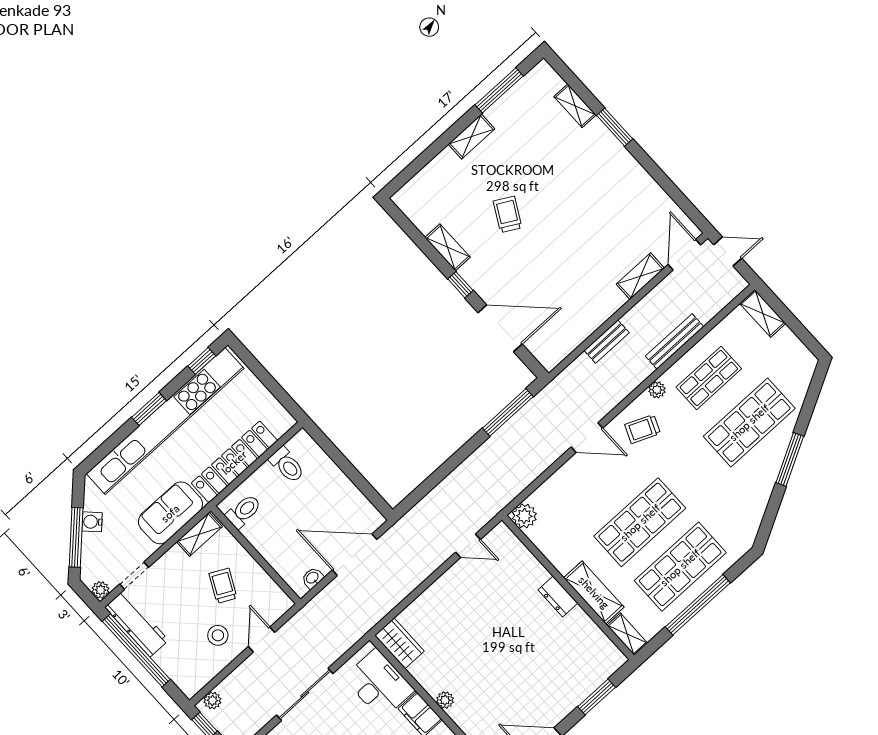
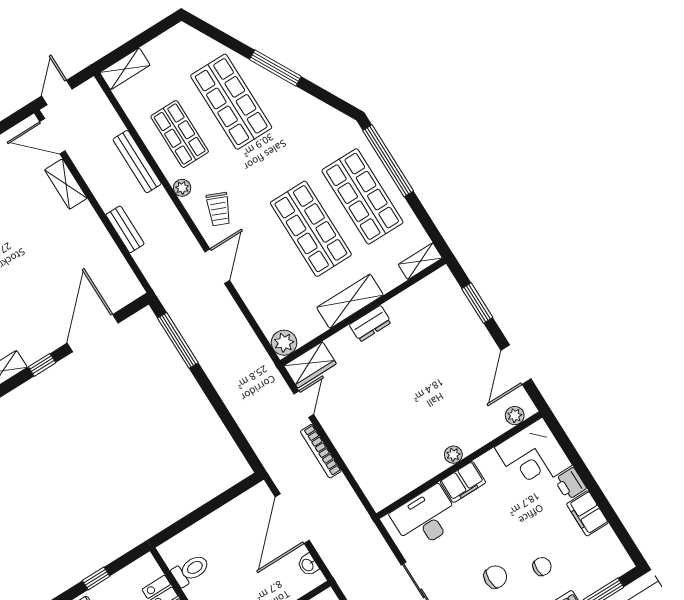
window: (262, 374) -> (96, 578), added
bookcase: (425, 571) -> (321, 451), added
shelving: (594, 592) -> (350, 301), moved
window: (698, 605) -> (388, 161), moved
wardrobe: (399, 643) -> (310, 365), moved, turned 180

